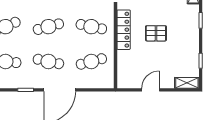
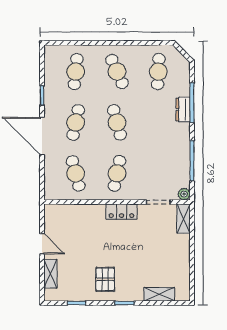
locker: (124, 30) -> (121, 212), width x0.66
pallet: (156, 33) -> (105, 279), moved
shelving: (187, 83) -> (50, 274), moved

